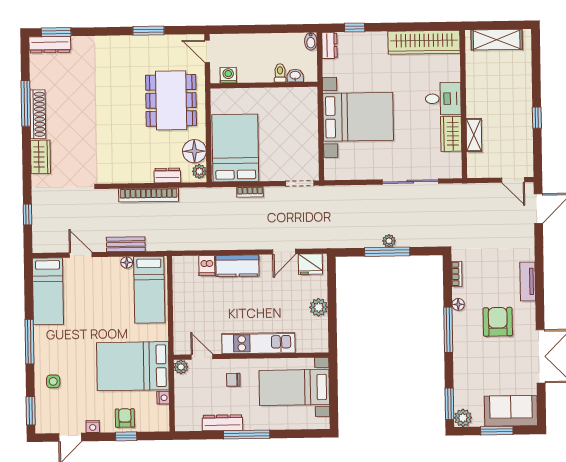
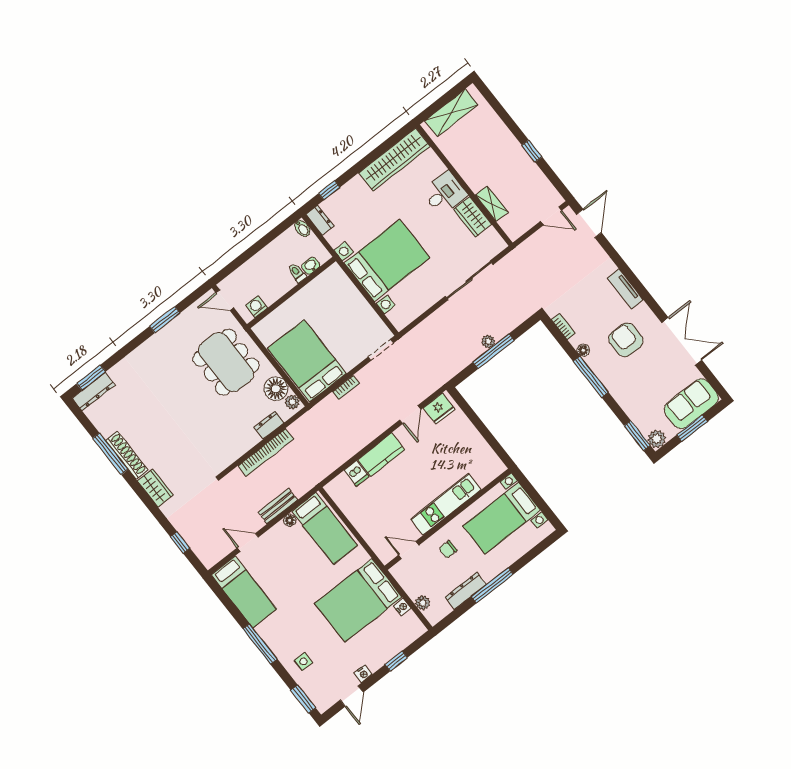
plant: (319, 307) -> (472, 438), removed
plant: (181, 367) -> (423, 603), moved
armchair: (125, 418) -> (384, 647), removed

